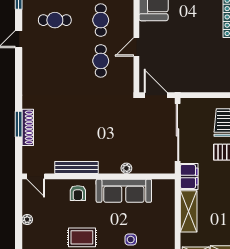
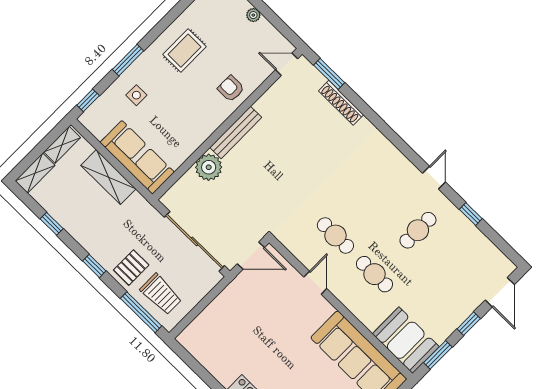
window: (19, 124) -> (329, 74), moved
bench: (77, 167) -> (236, 132), moved
plant: (126, 168) -> (209, 167), width x1.87, depth x1.87
filing cabinet: (189, 177) -> (141, 211), removed
sofa: (124, 191) -> (137, 157), moved, turned 90

